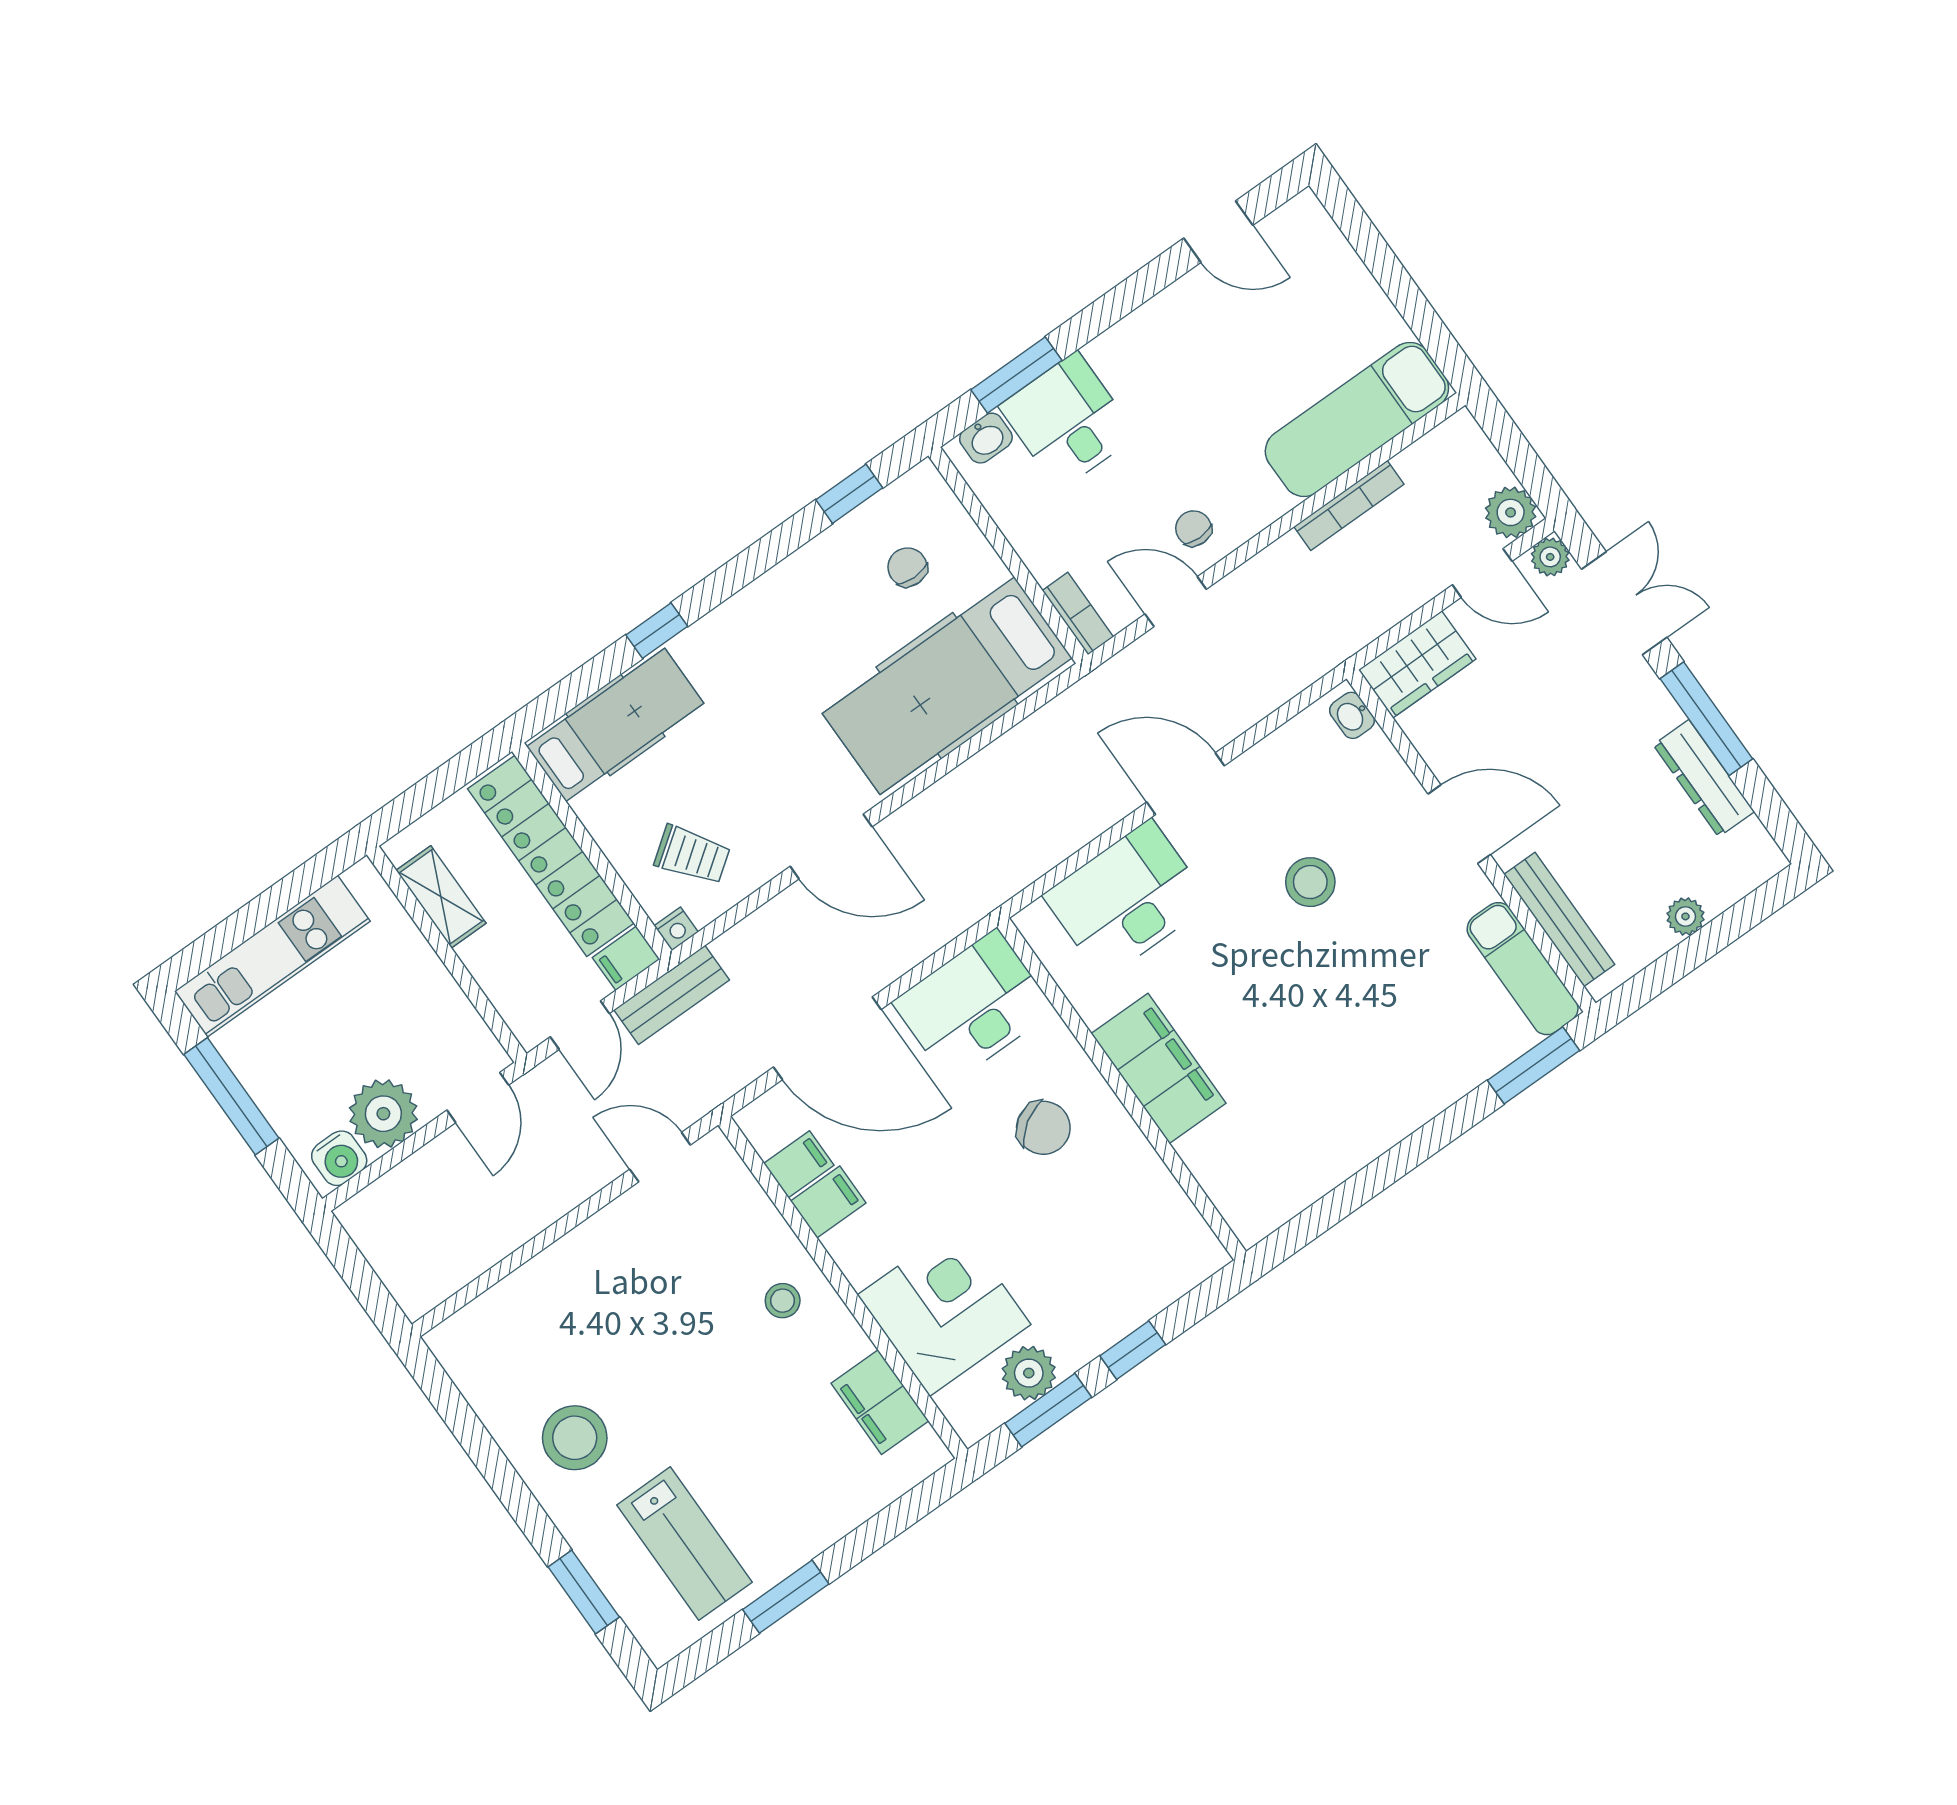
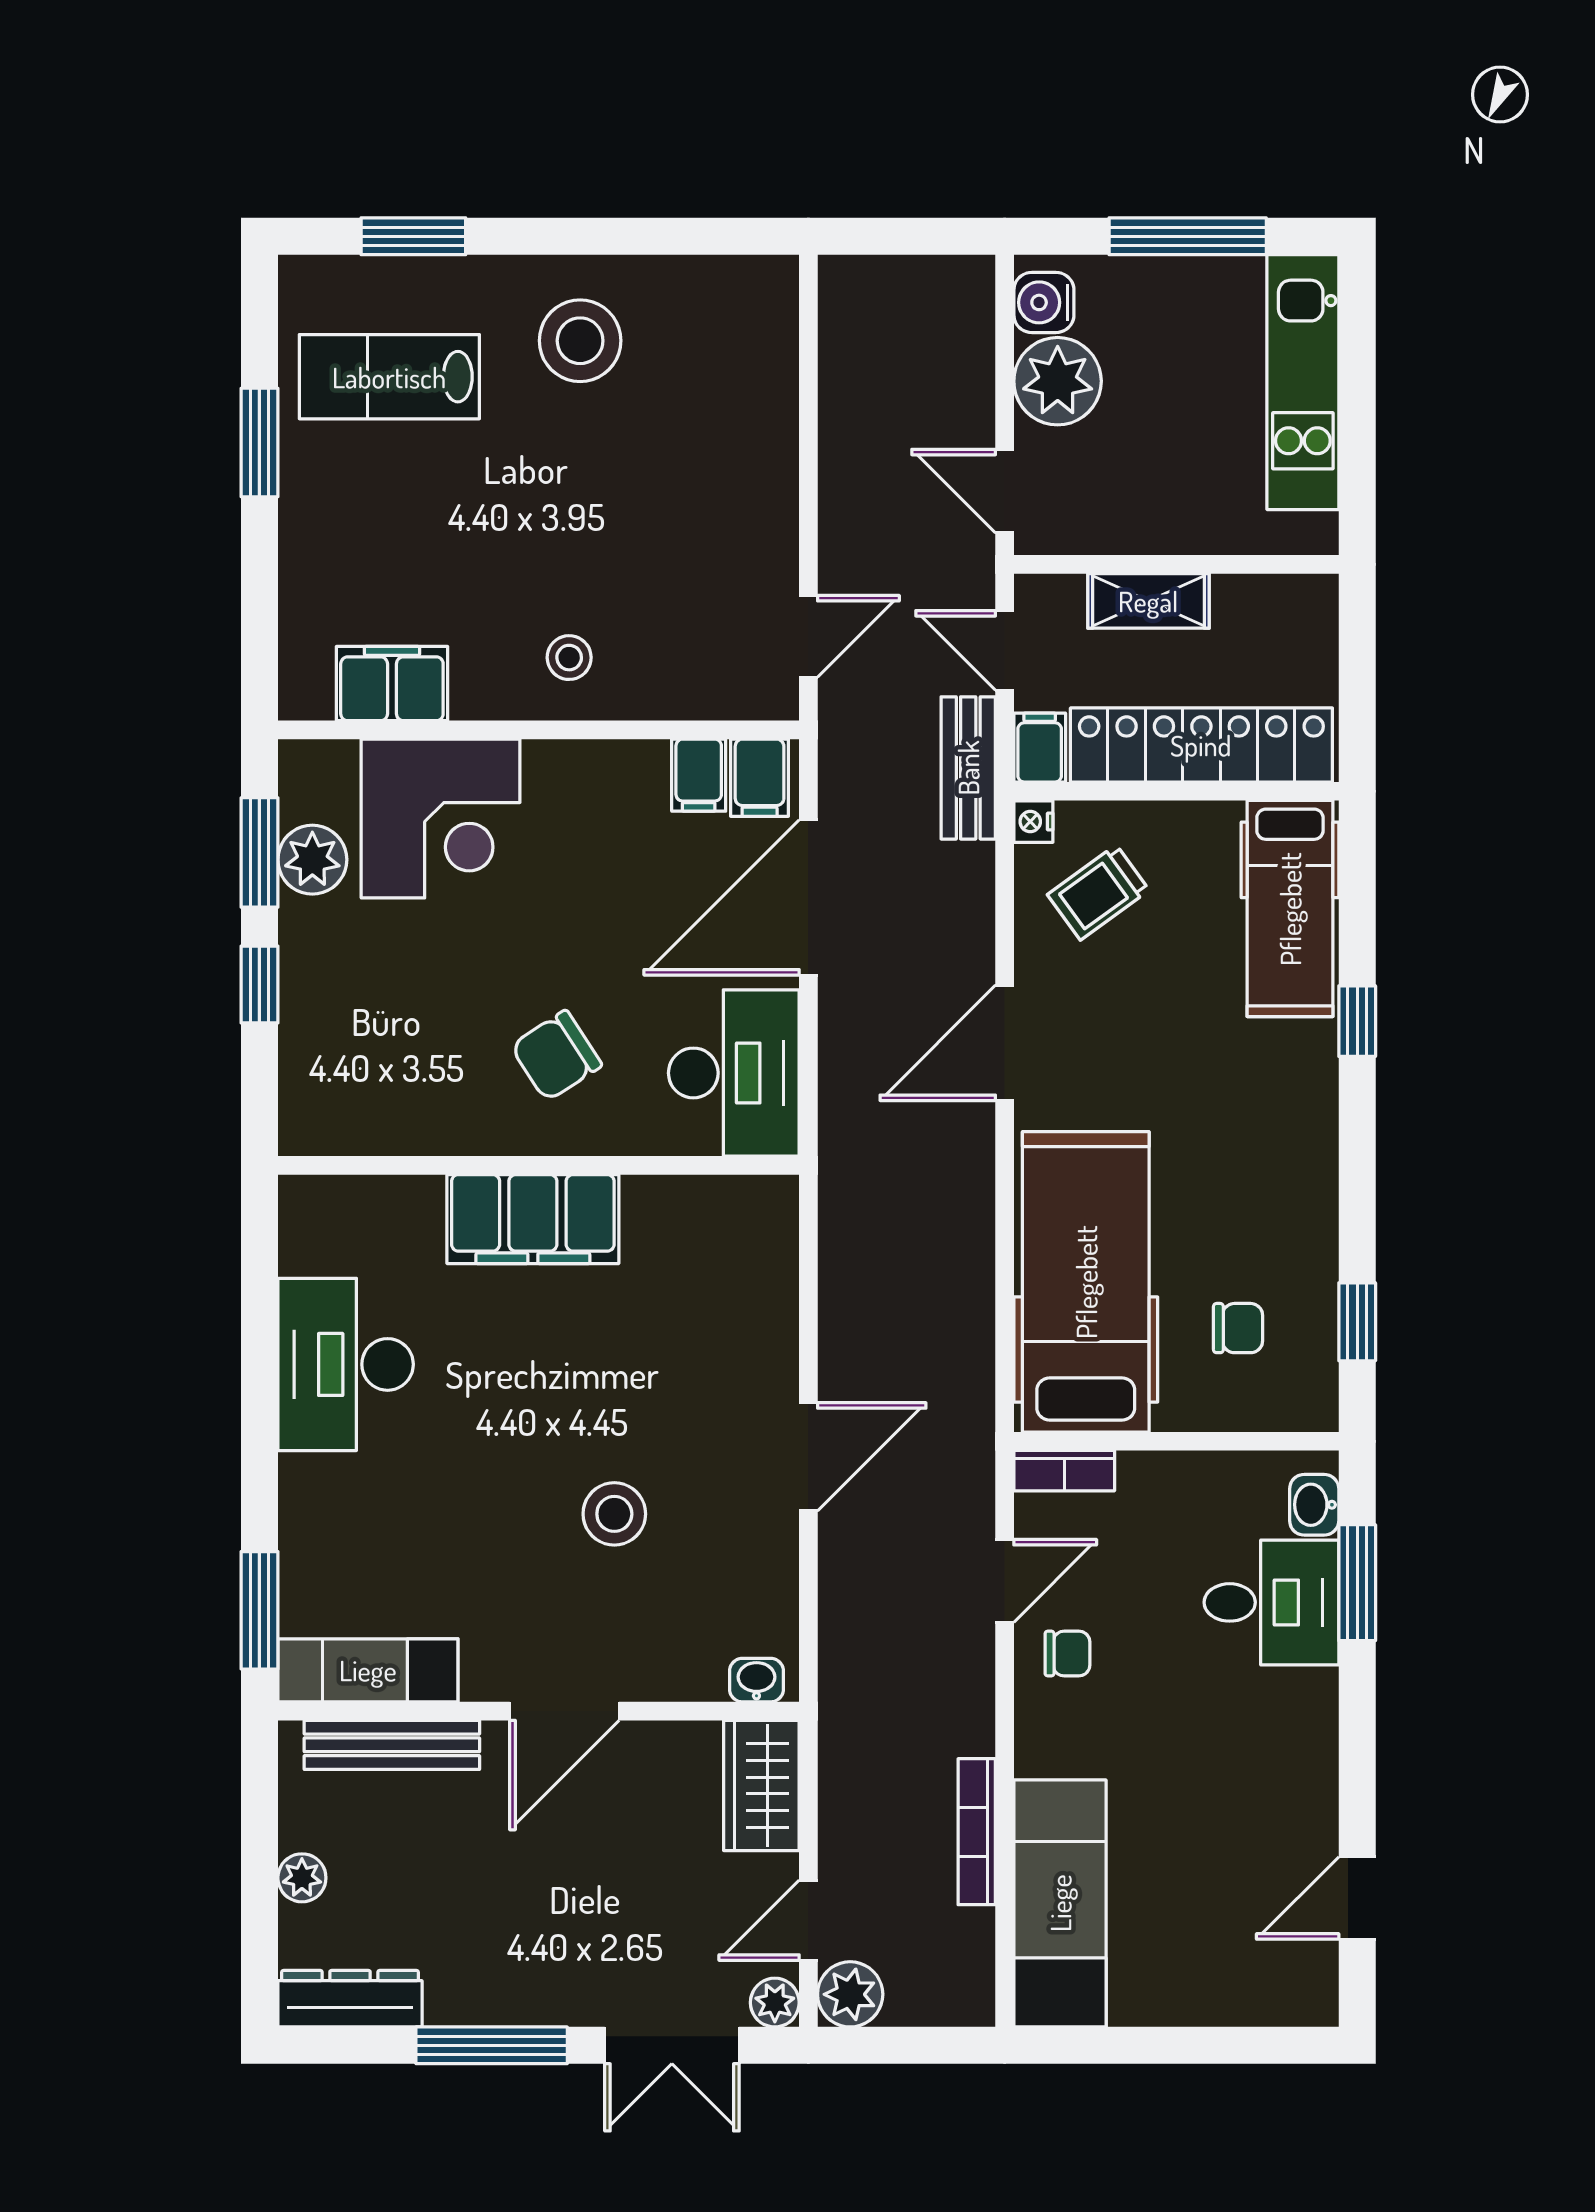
dresser: (1704, 778) -> (350, 1999), moved
shelving: (441, 897) -> (1148, 601), moved
desk: (1127, 899) -> (346, 1364), moved, turned 180
filing cabinet: (828, 1202) -> (760, 778), moved

